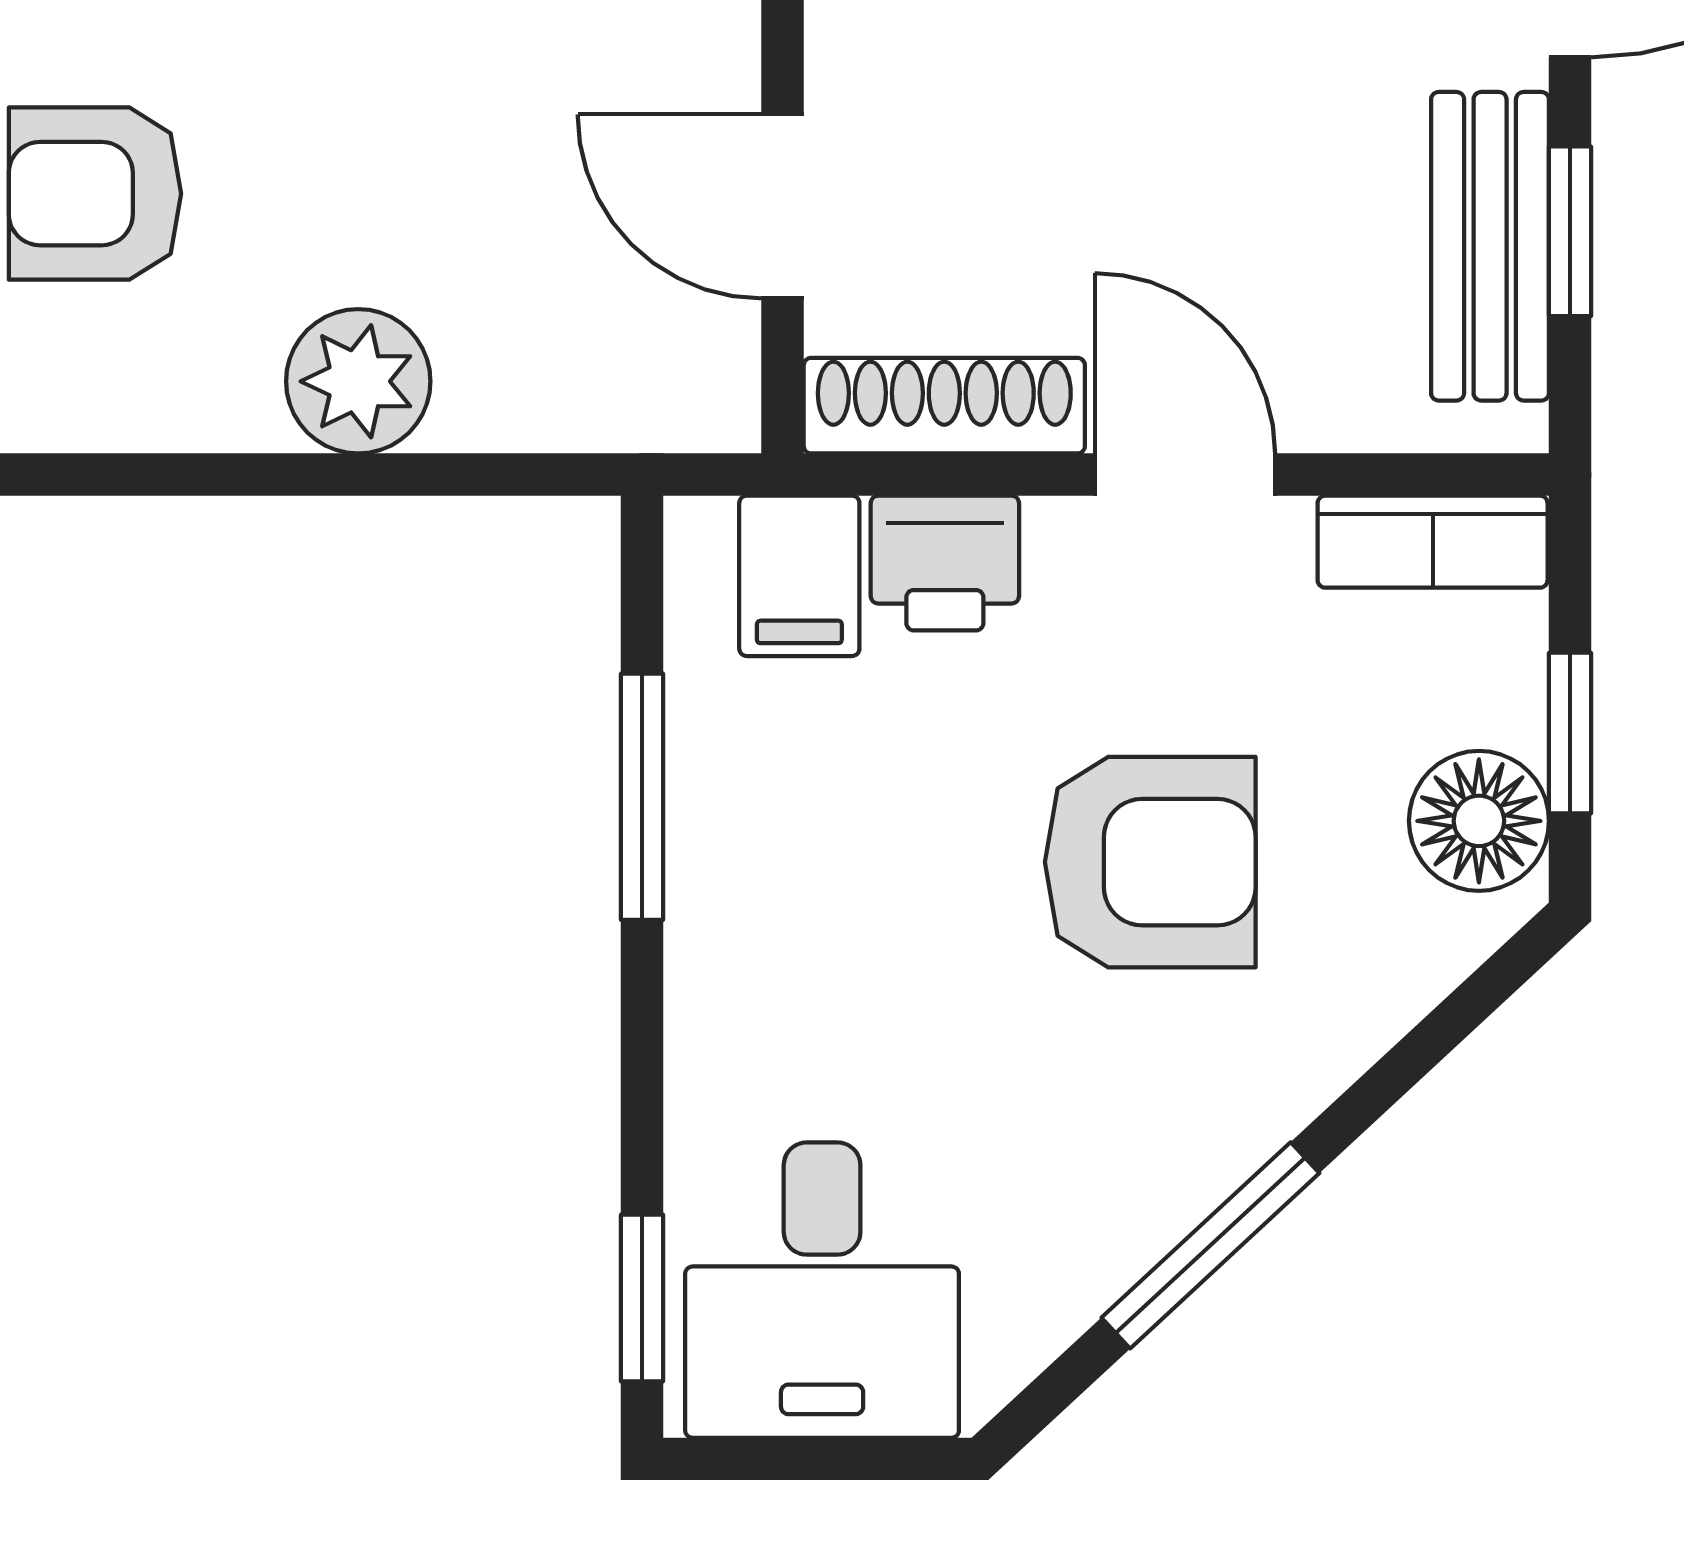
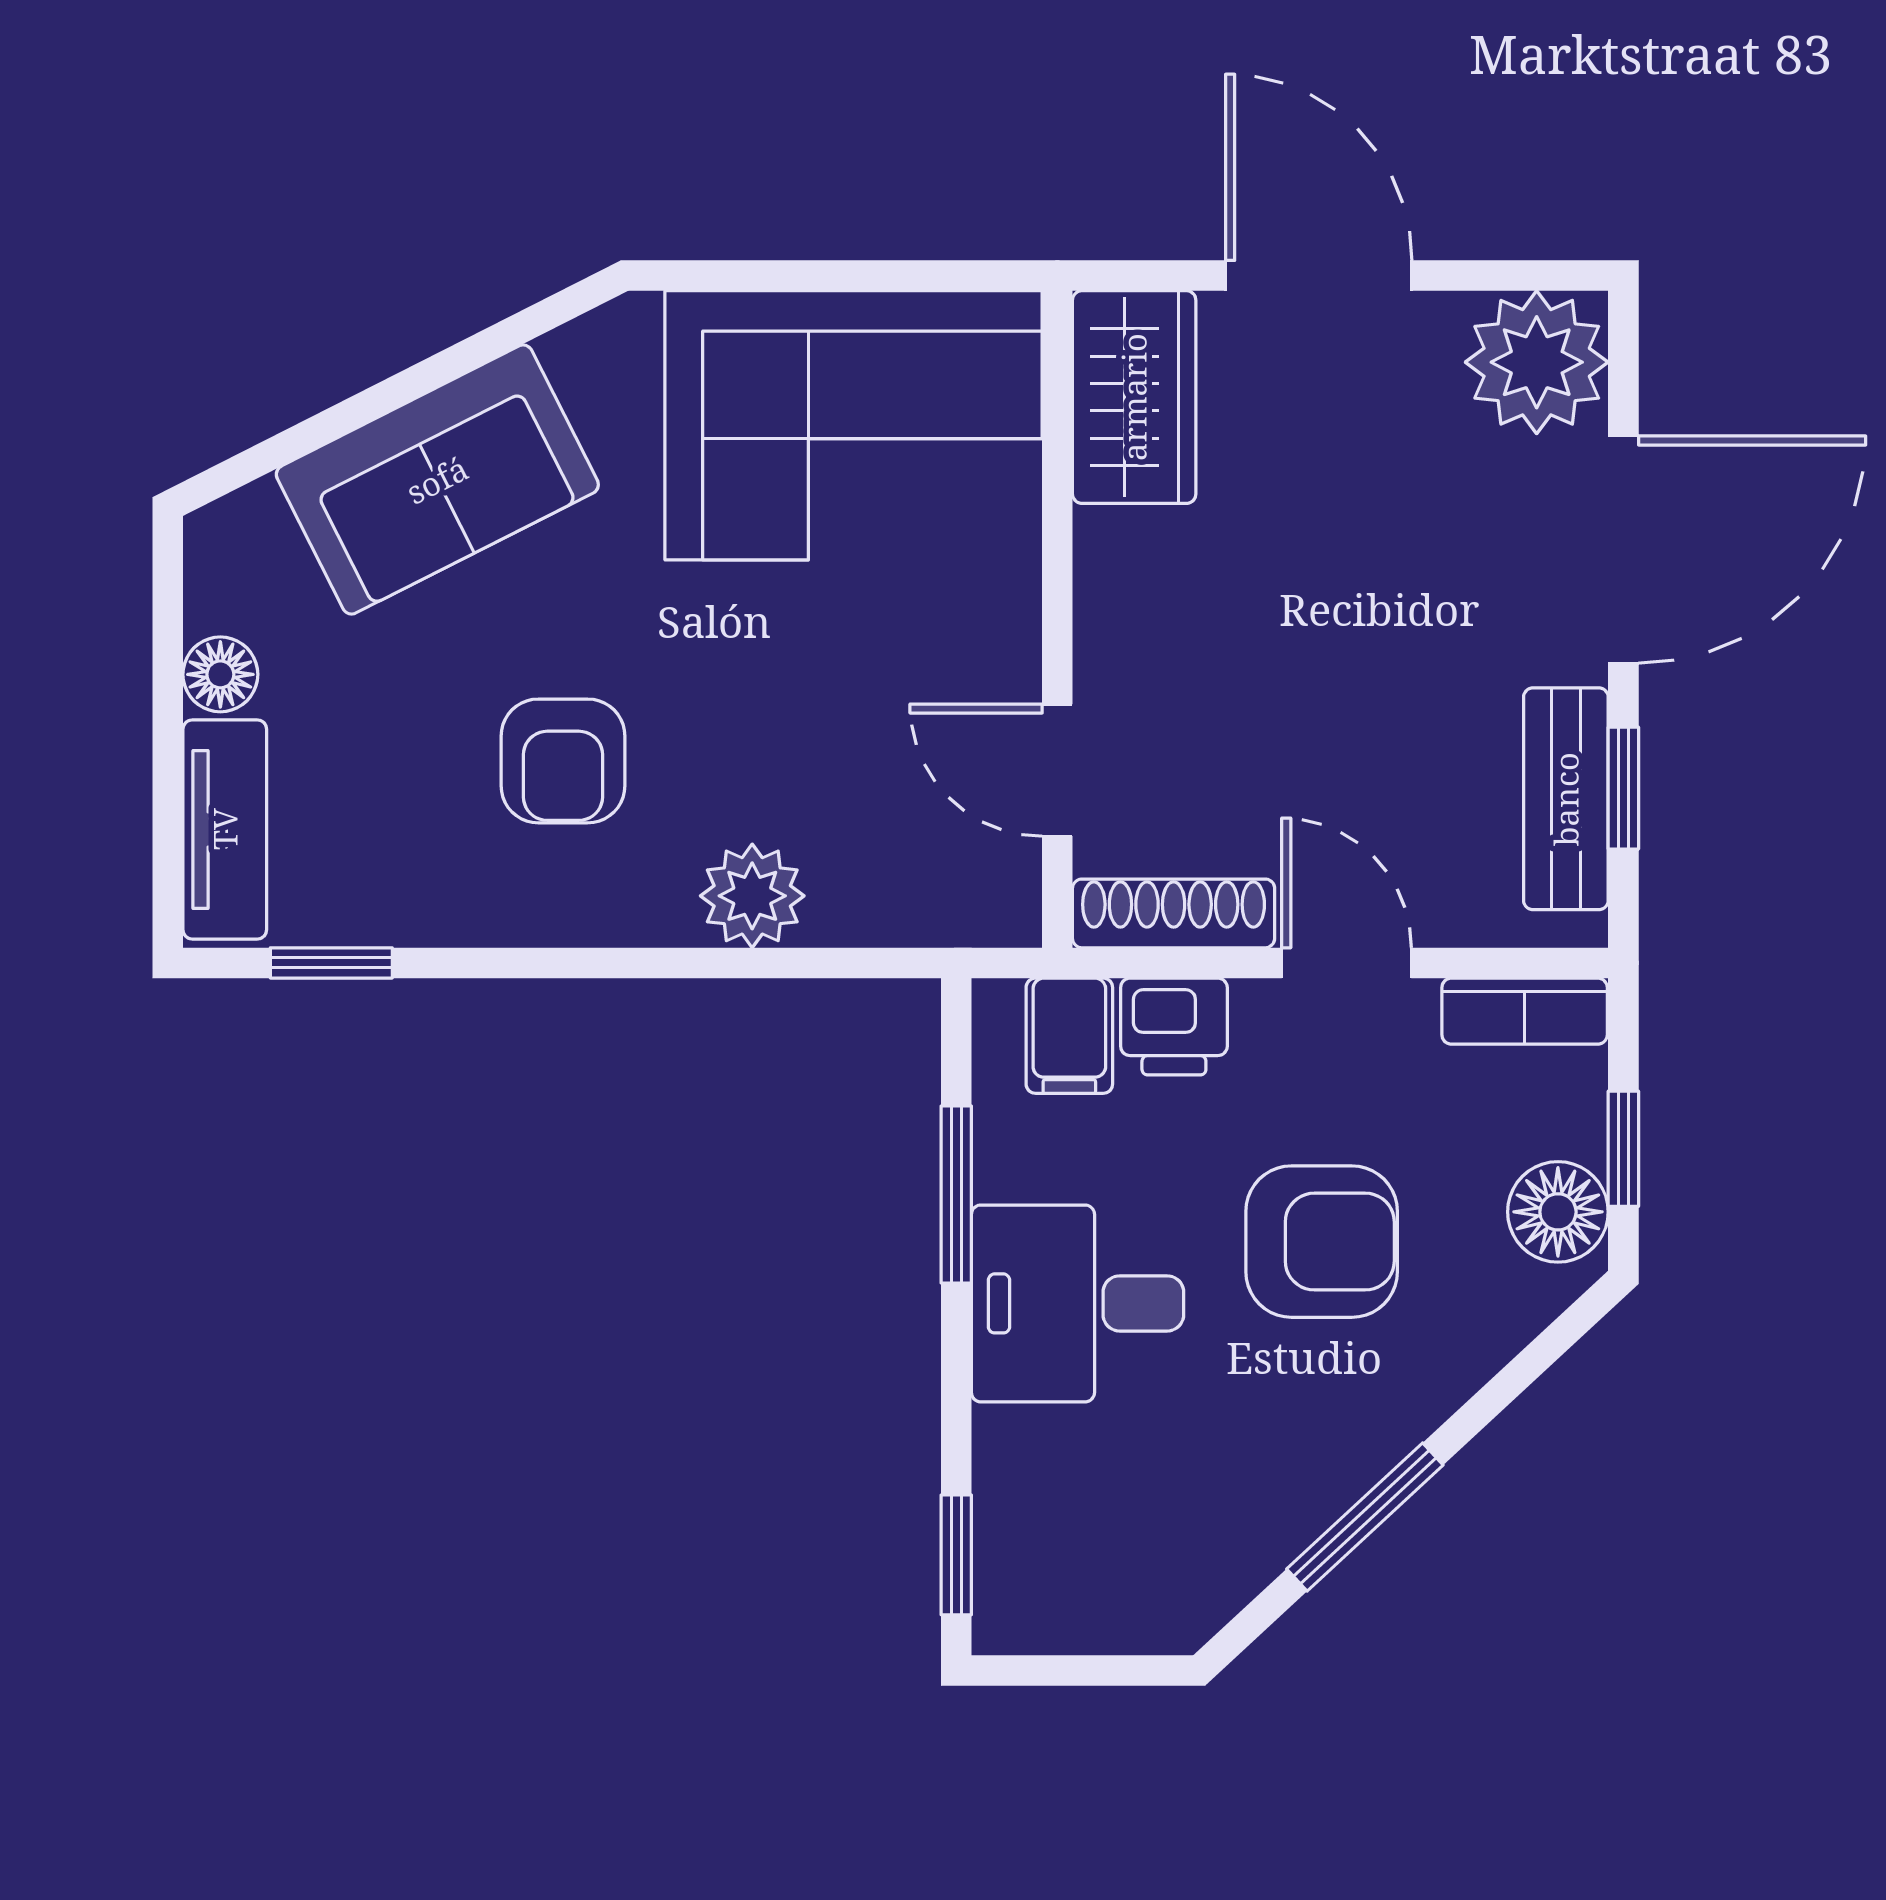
armchair: (95, 194) -> (563, 761), turned -90
desk: (822, 1290) -> (1078, 1303), moved, turned 90

